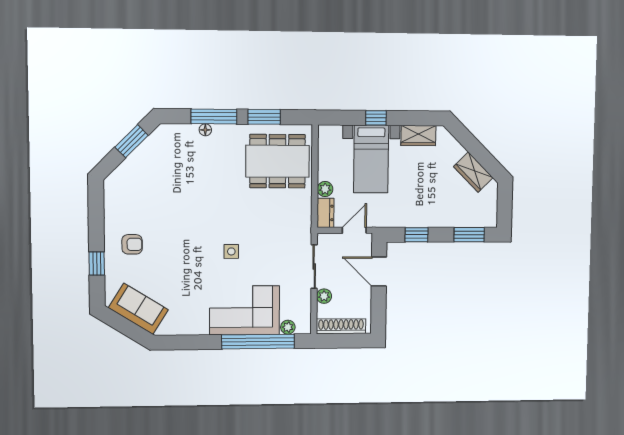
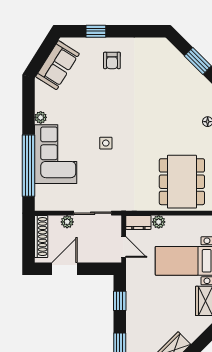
door: (379, 271) -> (65, 269), moved
plant: (288, 327) -> (41, 117), moved

